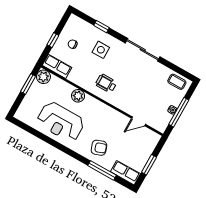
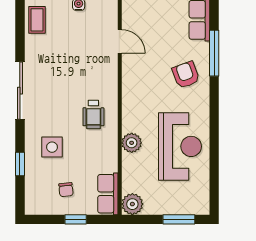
window: (28, 84) -> (179, 219), moved

